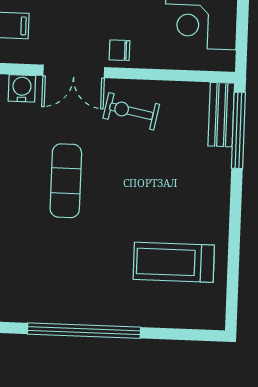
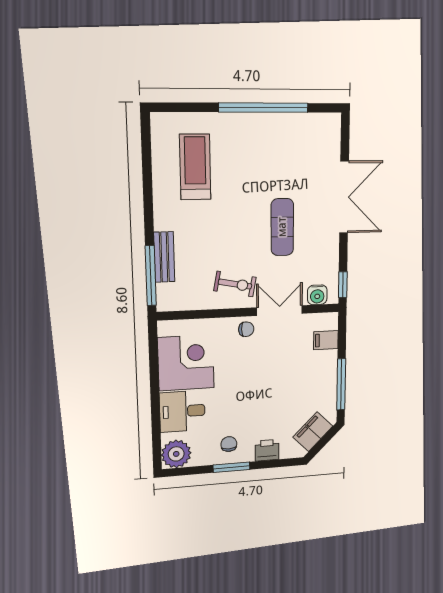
bench: (221, 115) -> (164, 257), moved
treadmill: (174, 262) -> (195, 167), turned -90

